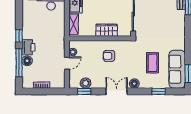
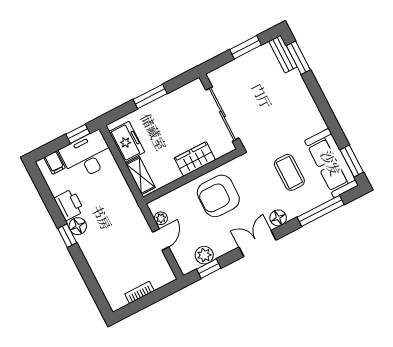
printer: (28, 47) -> (69, 205), moved
armchair: (109, 56) -> (218, 196), width x1.88, depth x1.88
floor lamp: (27, 61) -> (78, 226), moved
window: (19, 63) -> (88, 276), removed
window: (159, 91) -> (321, 211), width x2.17

